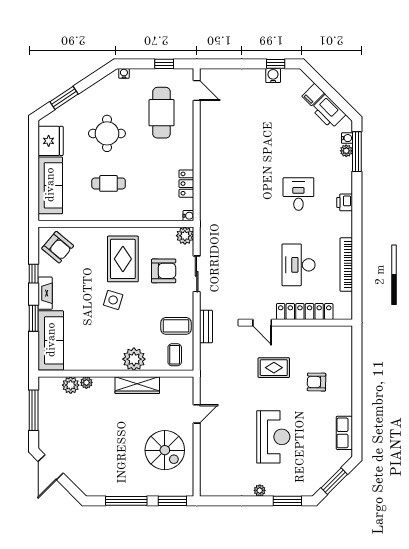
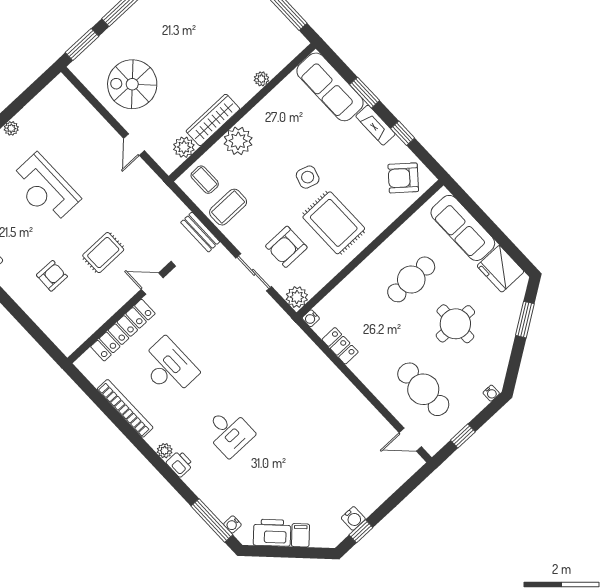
plant: (346, 151) -> (165, 451), moved
cafe table: (109, 183) -> (411, 279), width x1.37, depth x1.35
plant: (71, 385) -> (184, 147), moved

